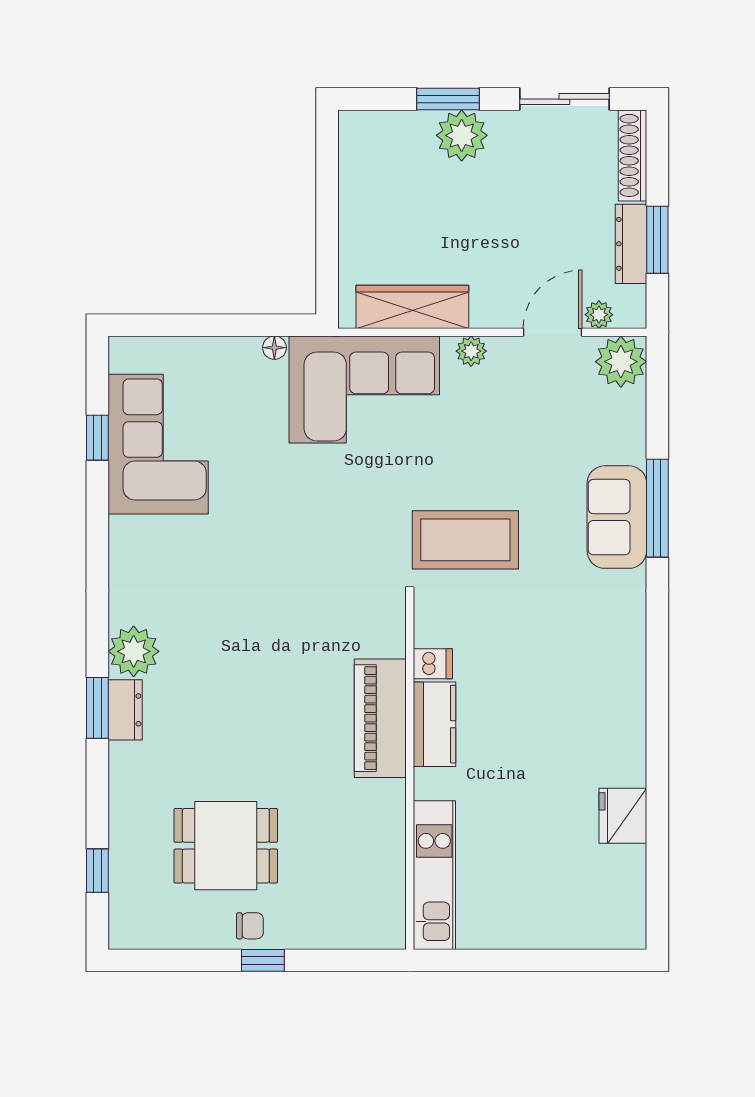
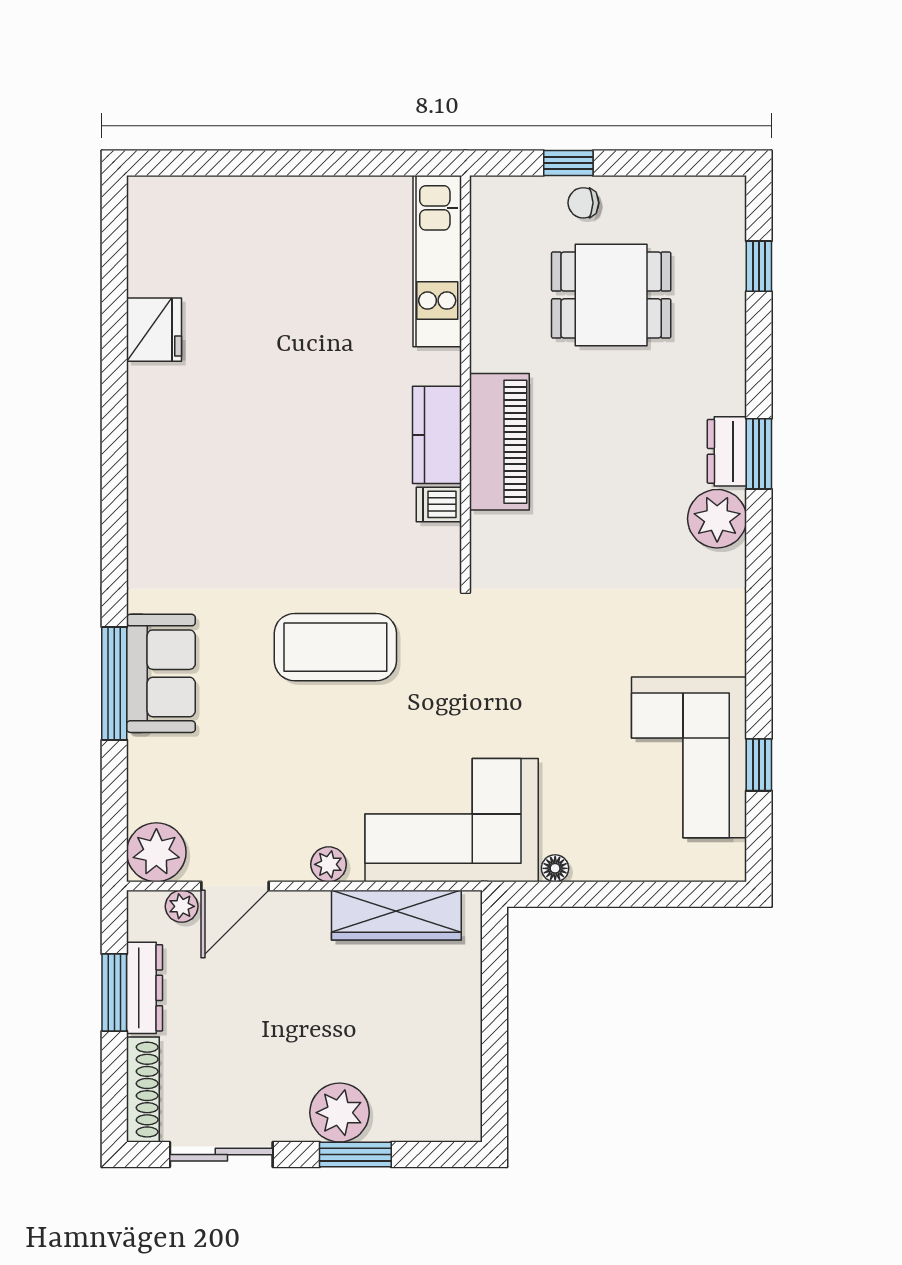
dishwasher: (433, 664) -> (439, 504), moved
piano: (380, 718) -> (499, 442), moved
kitchen counter: (434, 724) -> (437, 435), moved
wall: (410, 772) -> (465, 380), moved
kitchen unit: (434, 875) -> (437, 261), moved

